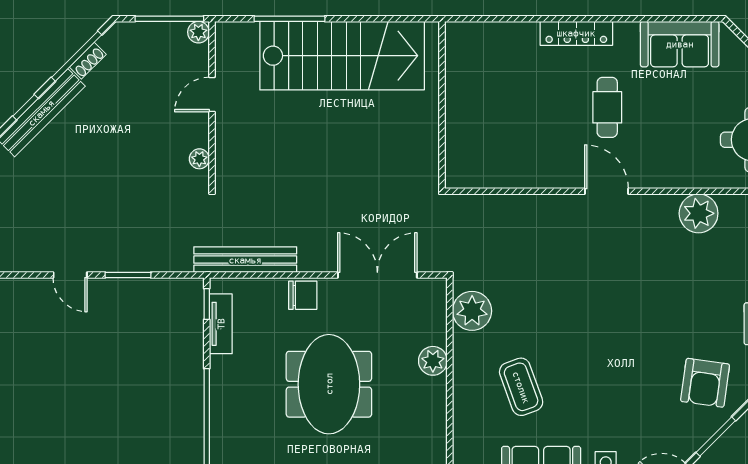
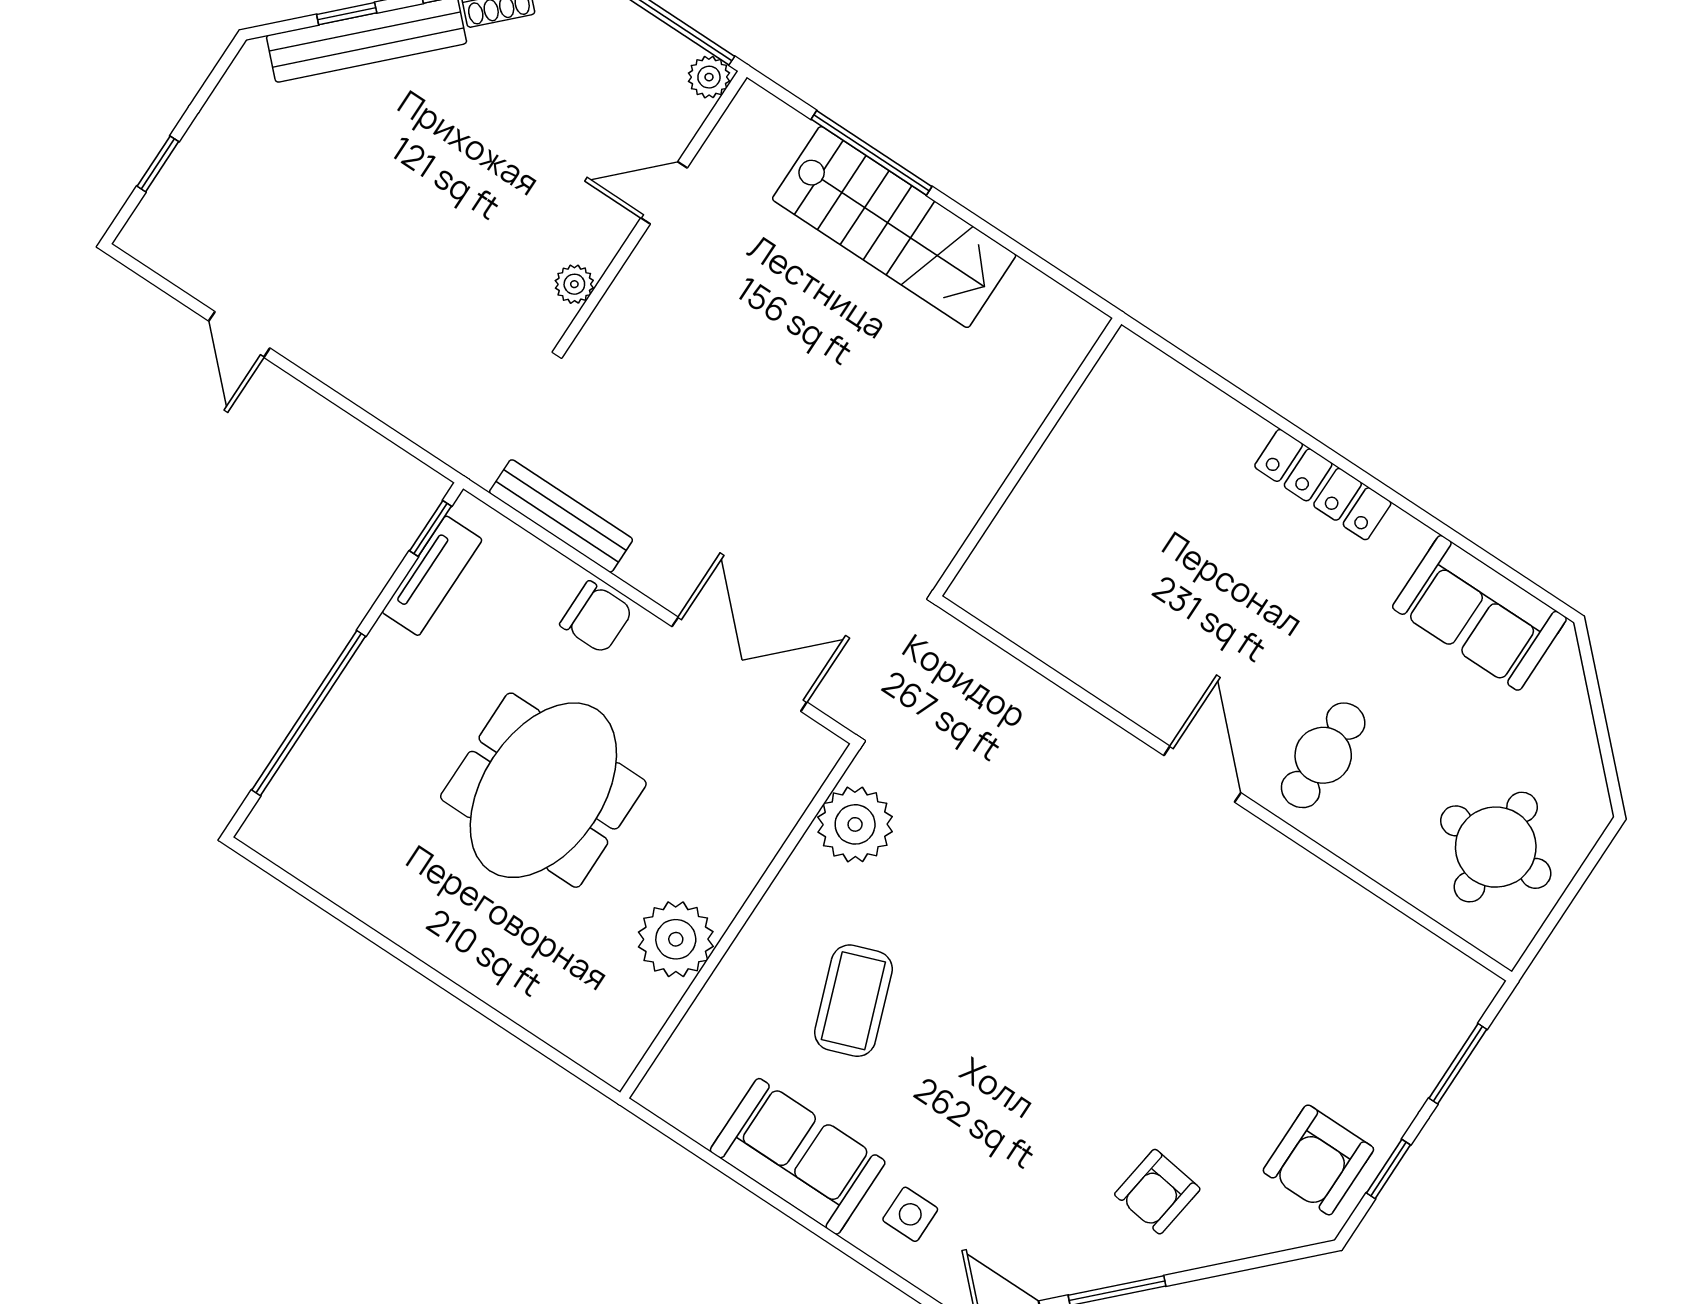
stairs: (342, 56) -> (894, 227), width x0.73, depth x0.66
cafe table: (607, 107) -> (1323, 755), moved
plant: (699, 213) -> (1329, 909), removed
bench: (245, 260) -> (561, 516), width x0.73, depth x0.82
window: (128, 275) -> (334, 397), removed
plant: (433, 361) -> (676, 939), moved, width x1.36, depth x1.36
armchair: (705, 383) -> (1157, 1192), width x0.72, depth x0.72

